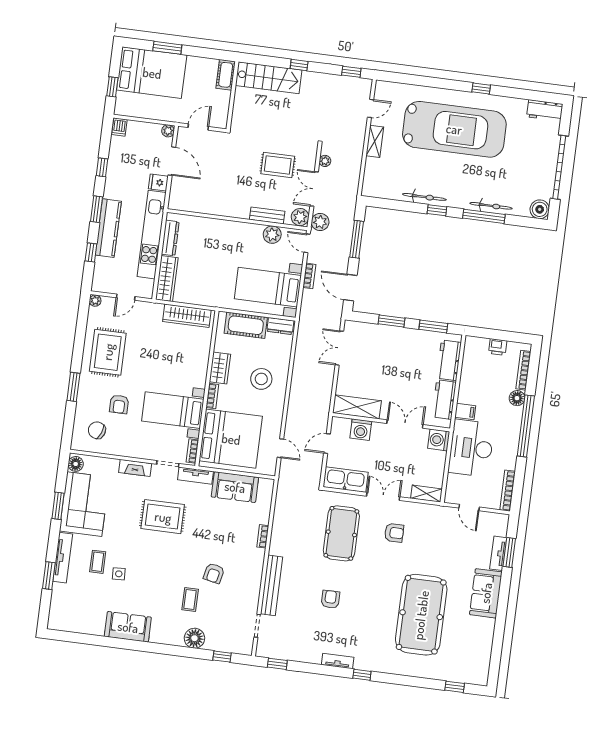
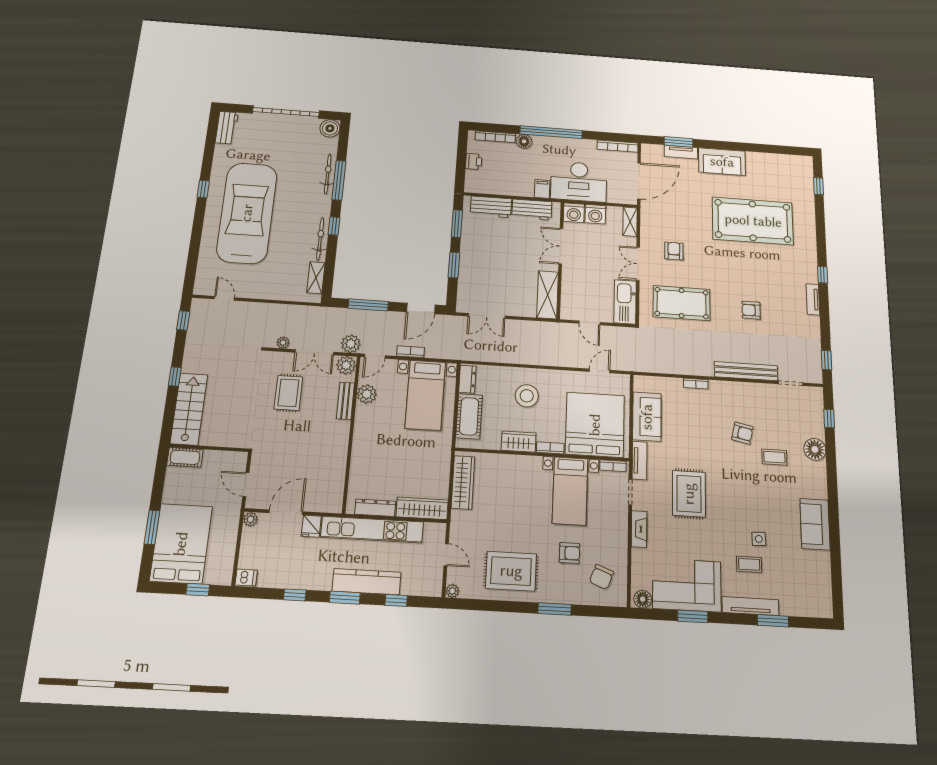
shelving: (375, 141) -> (316, 278), moved, turned 90
washing machine: (361, 430) -> (595, 214), moved, turned 90
door: (469, 508) -> (639, 181), width x1.87

